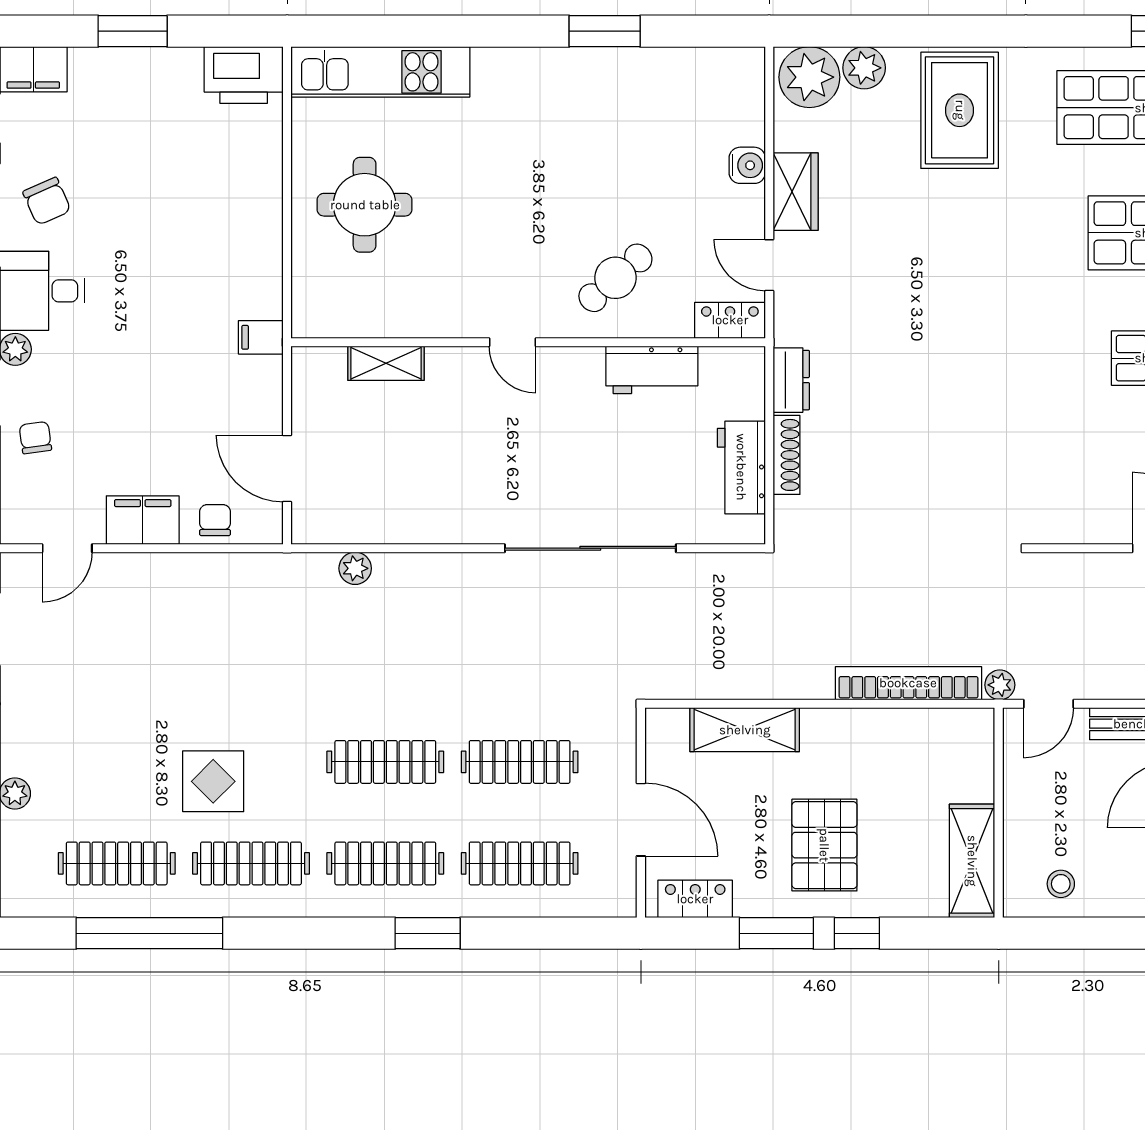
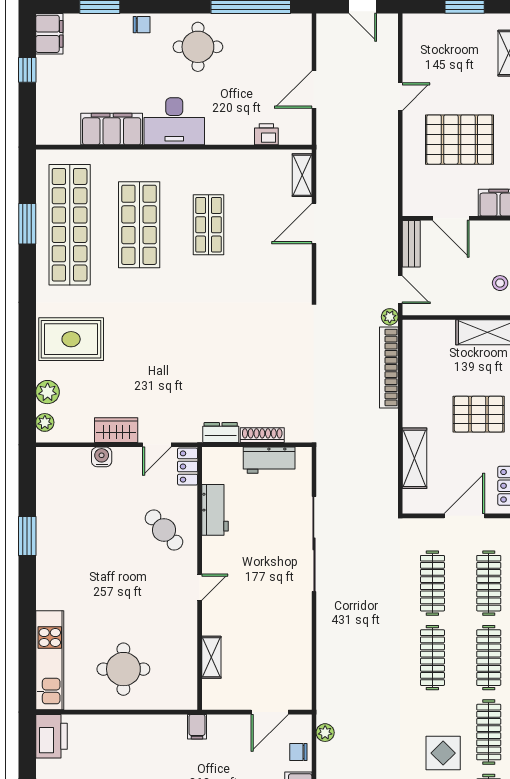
plant: (809, 77) -> (45, 422), width x0.53, depth x0.53
plant: (355, 568) -> (325, 733), moved

